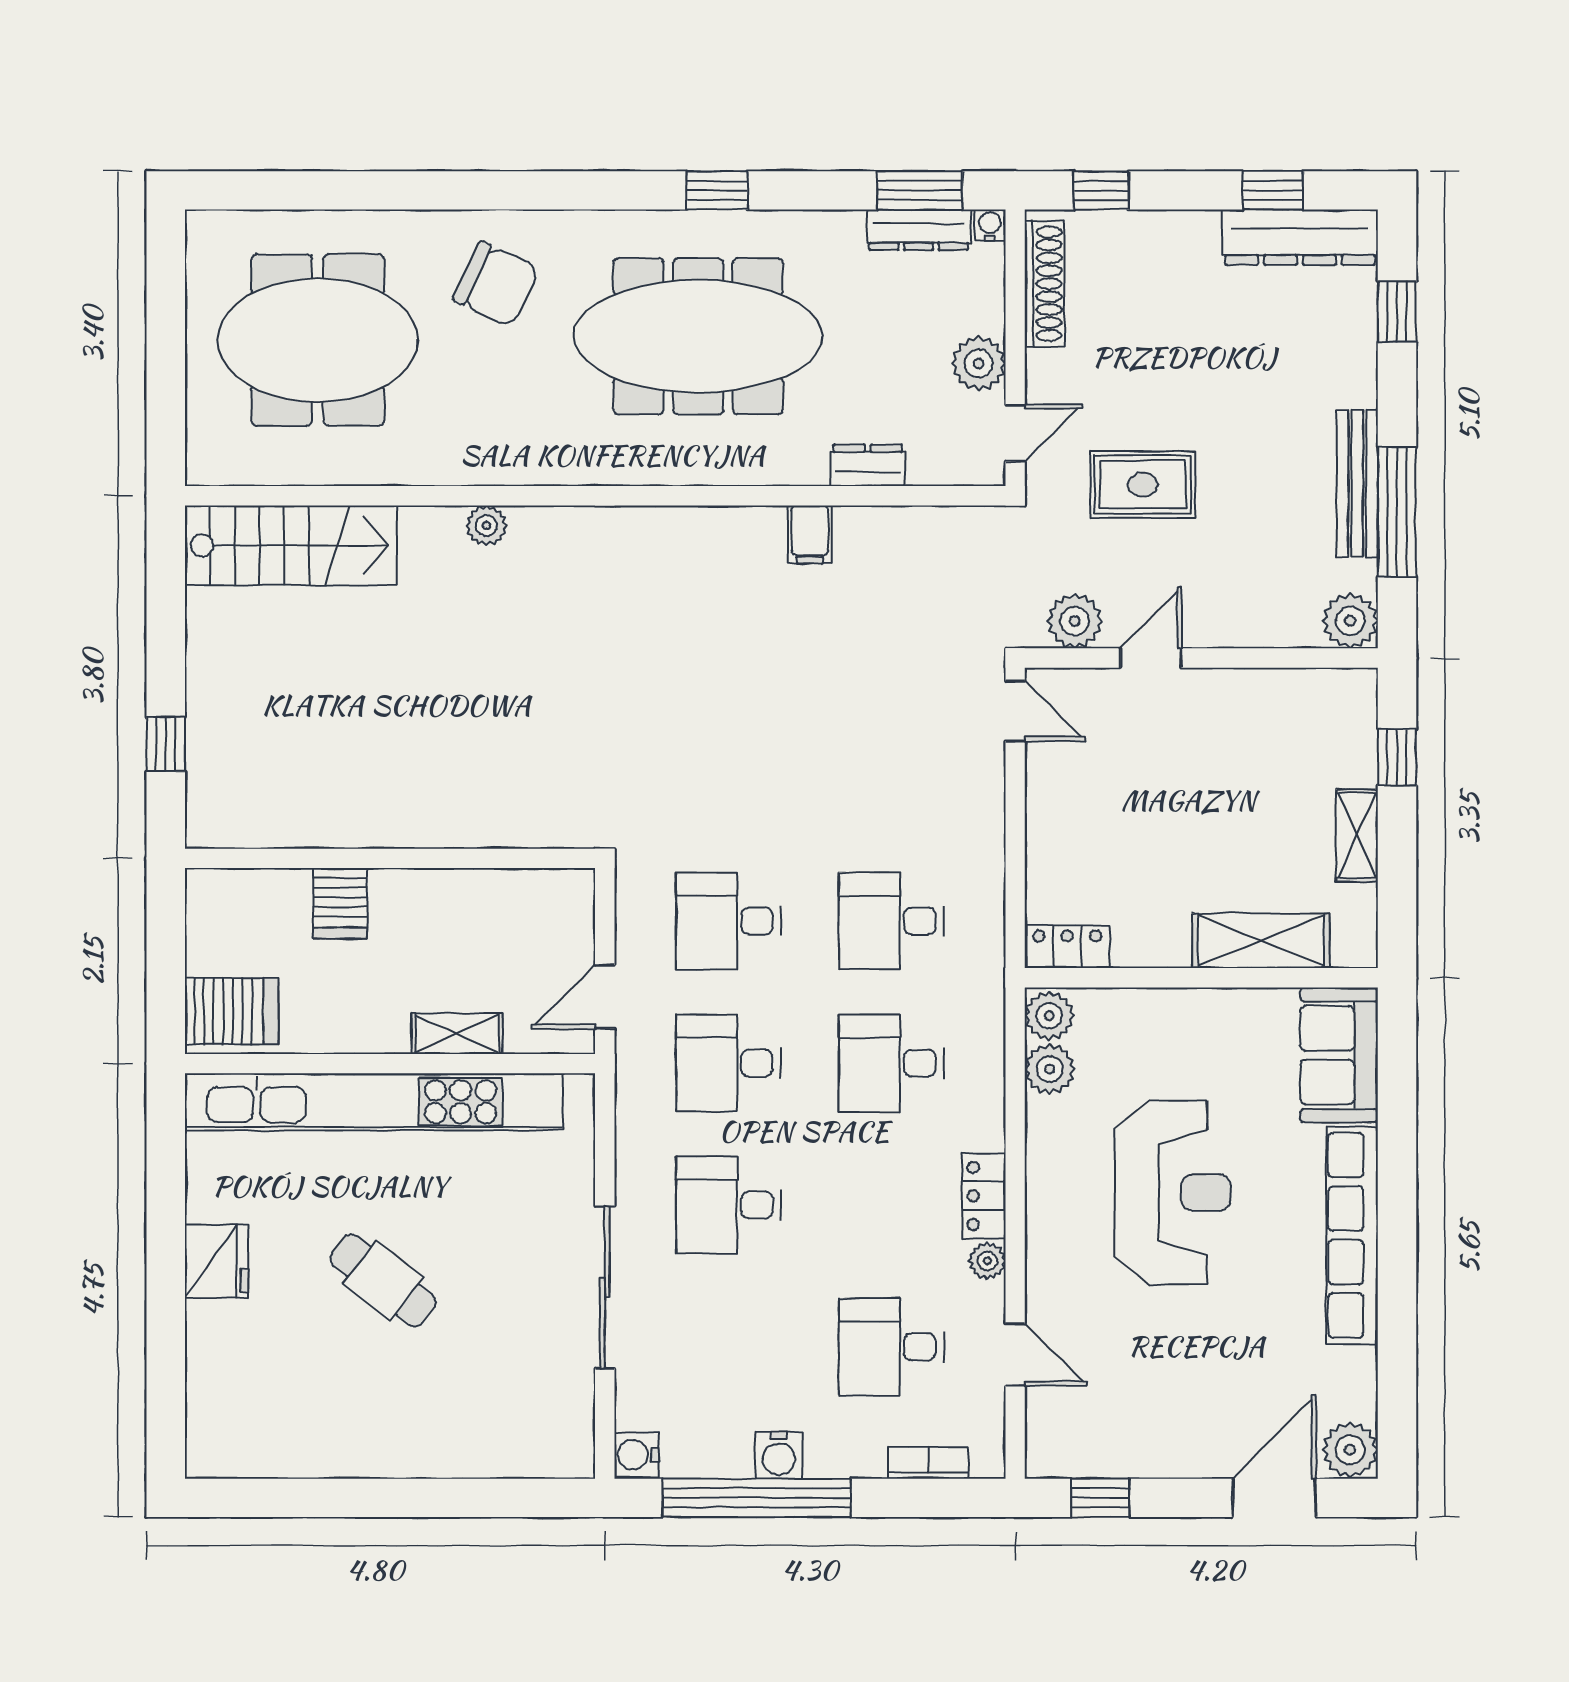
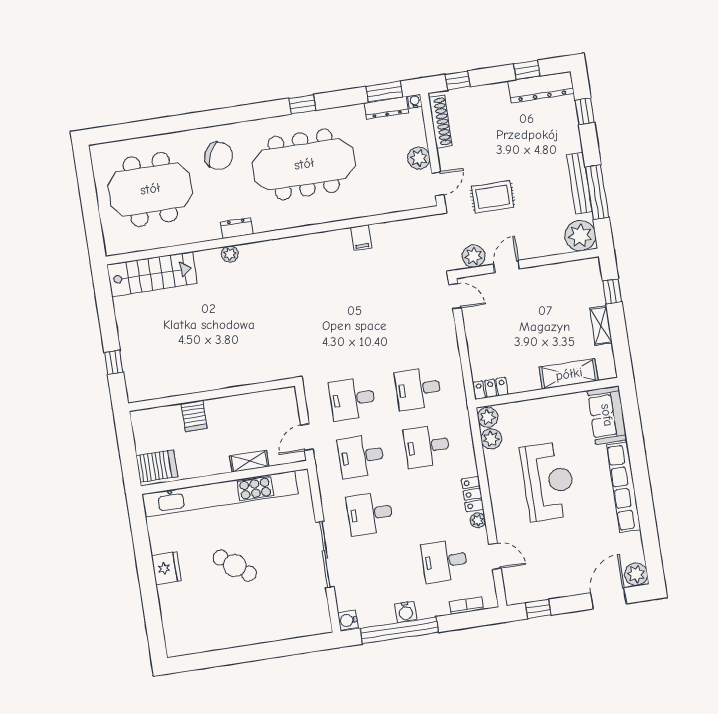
dresser: (868, 465) -> (237, 228), moved
plant: (1350, 621) -> (580, 236), width x1.36, depth x1.36

